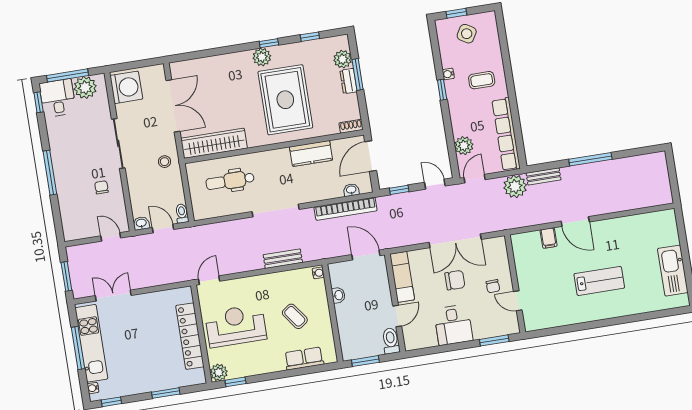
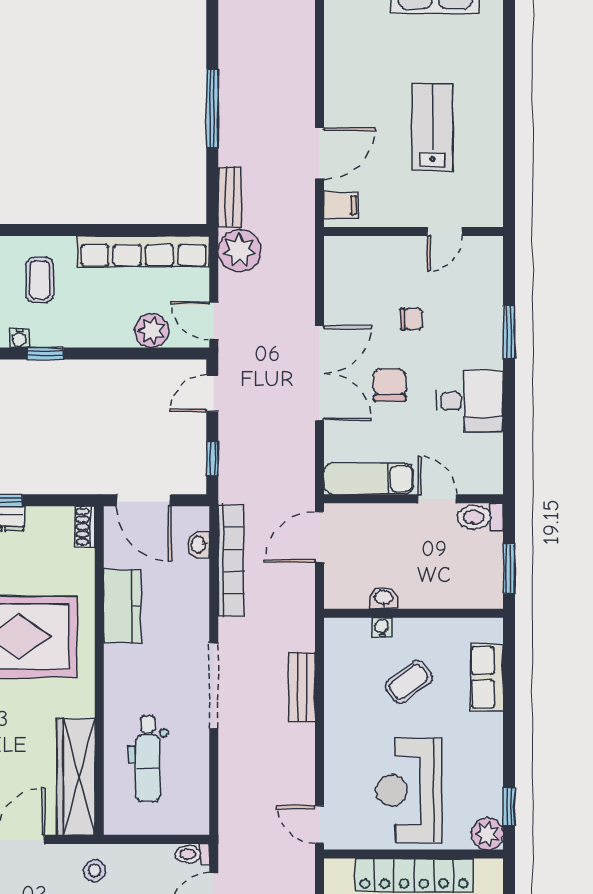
water cooler: (318, 273) -> (382, 627), moved
wall: (515, 284) -> (413, 232), moved
door: (518, 301) -> (445, 232), moved

